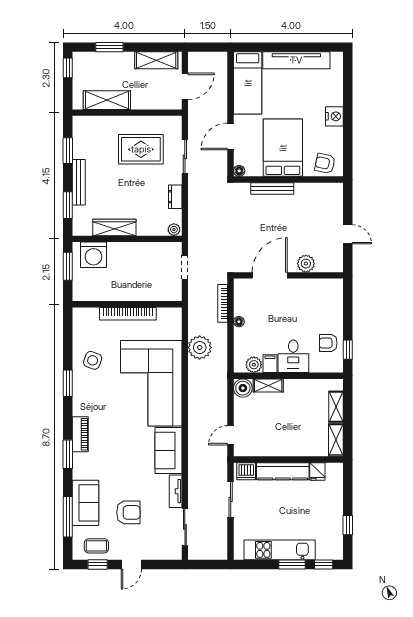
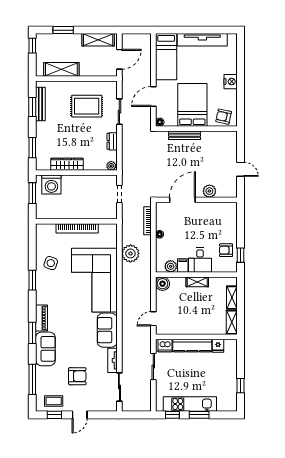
bench: (79, 182) -> (40, 104), moved
shelving: (268, 386) -> (197, 282), moved
sofa: (85, 503) -> (45, 349), moved
window: (324, 564) -> (172, 415), moved

